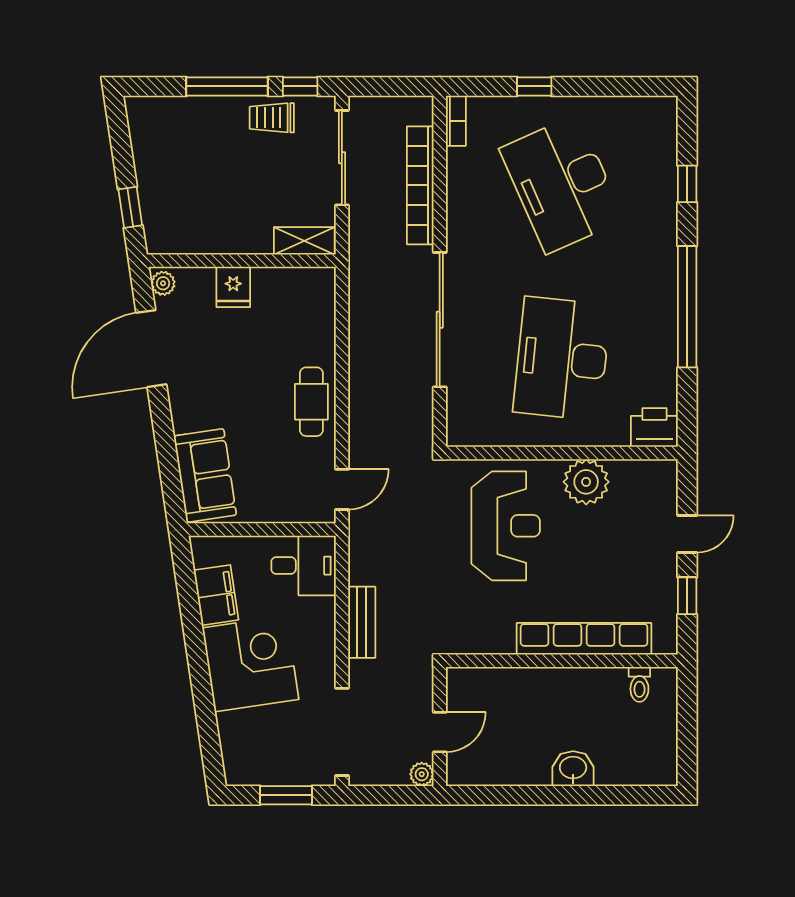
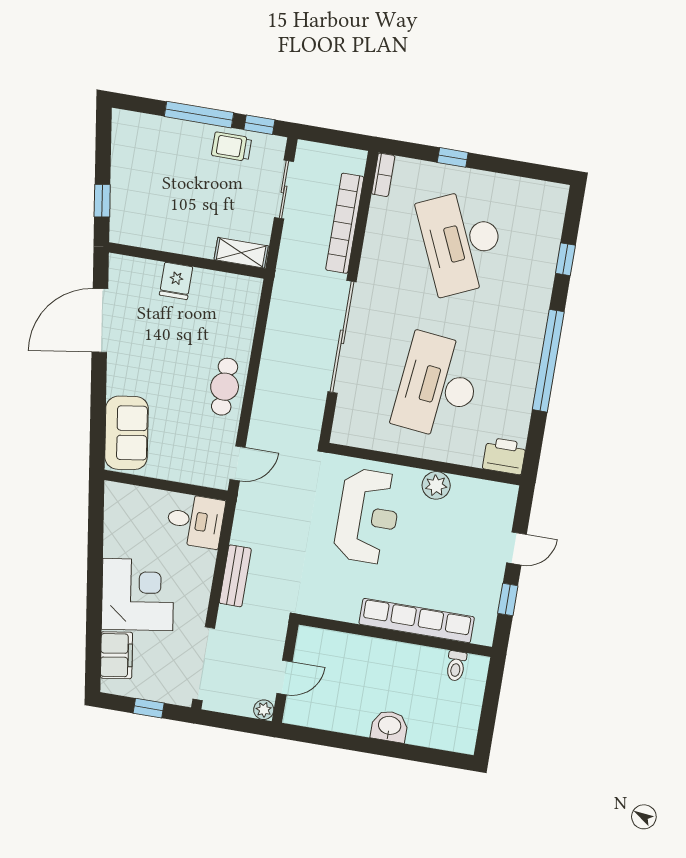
sliding door: (342, 158) -> (284, 189), width x0.73
plant: (163, 283) -> (119, 268), removed
plant: (586, 482) -> (436, 485), width x0.73, depth x0.73
filing cabinet: (216, 595) -> (116, 655), moved
window: (286, 795) -> (149, 708), width x0.67

